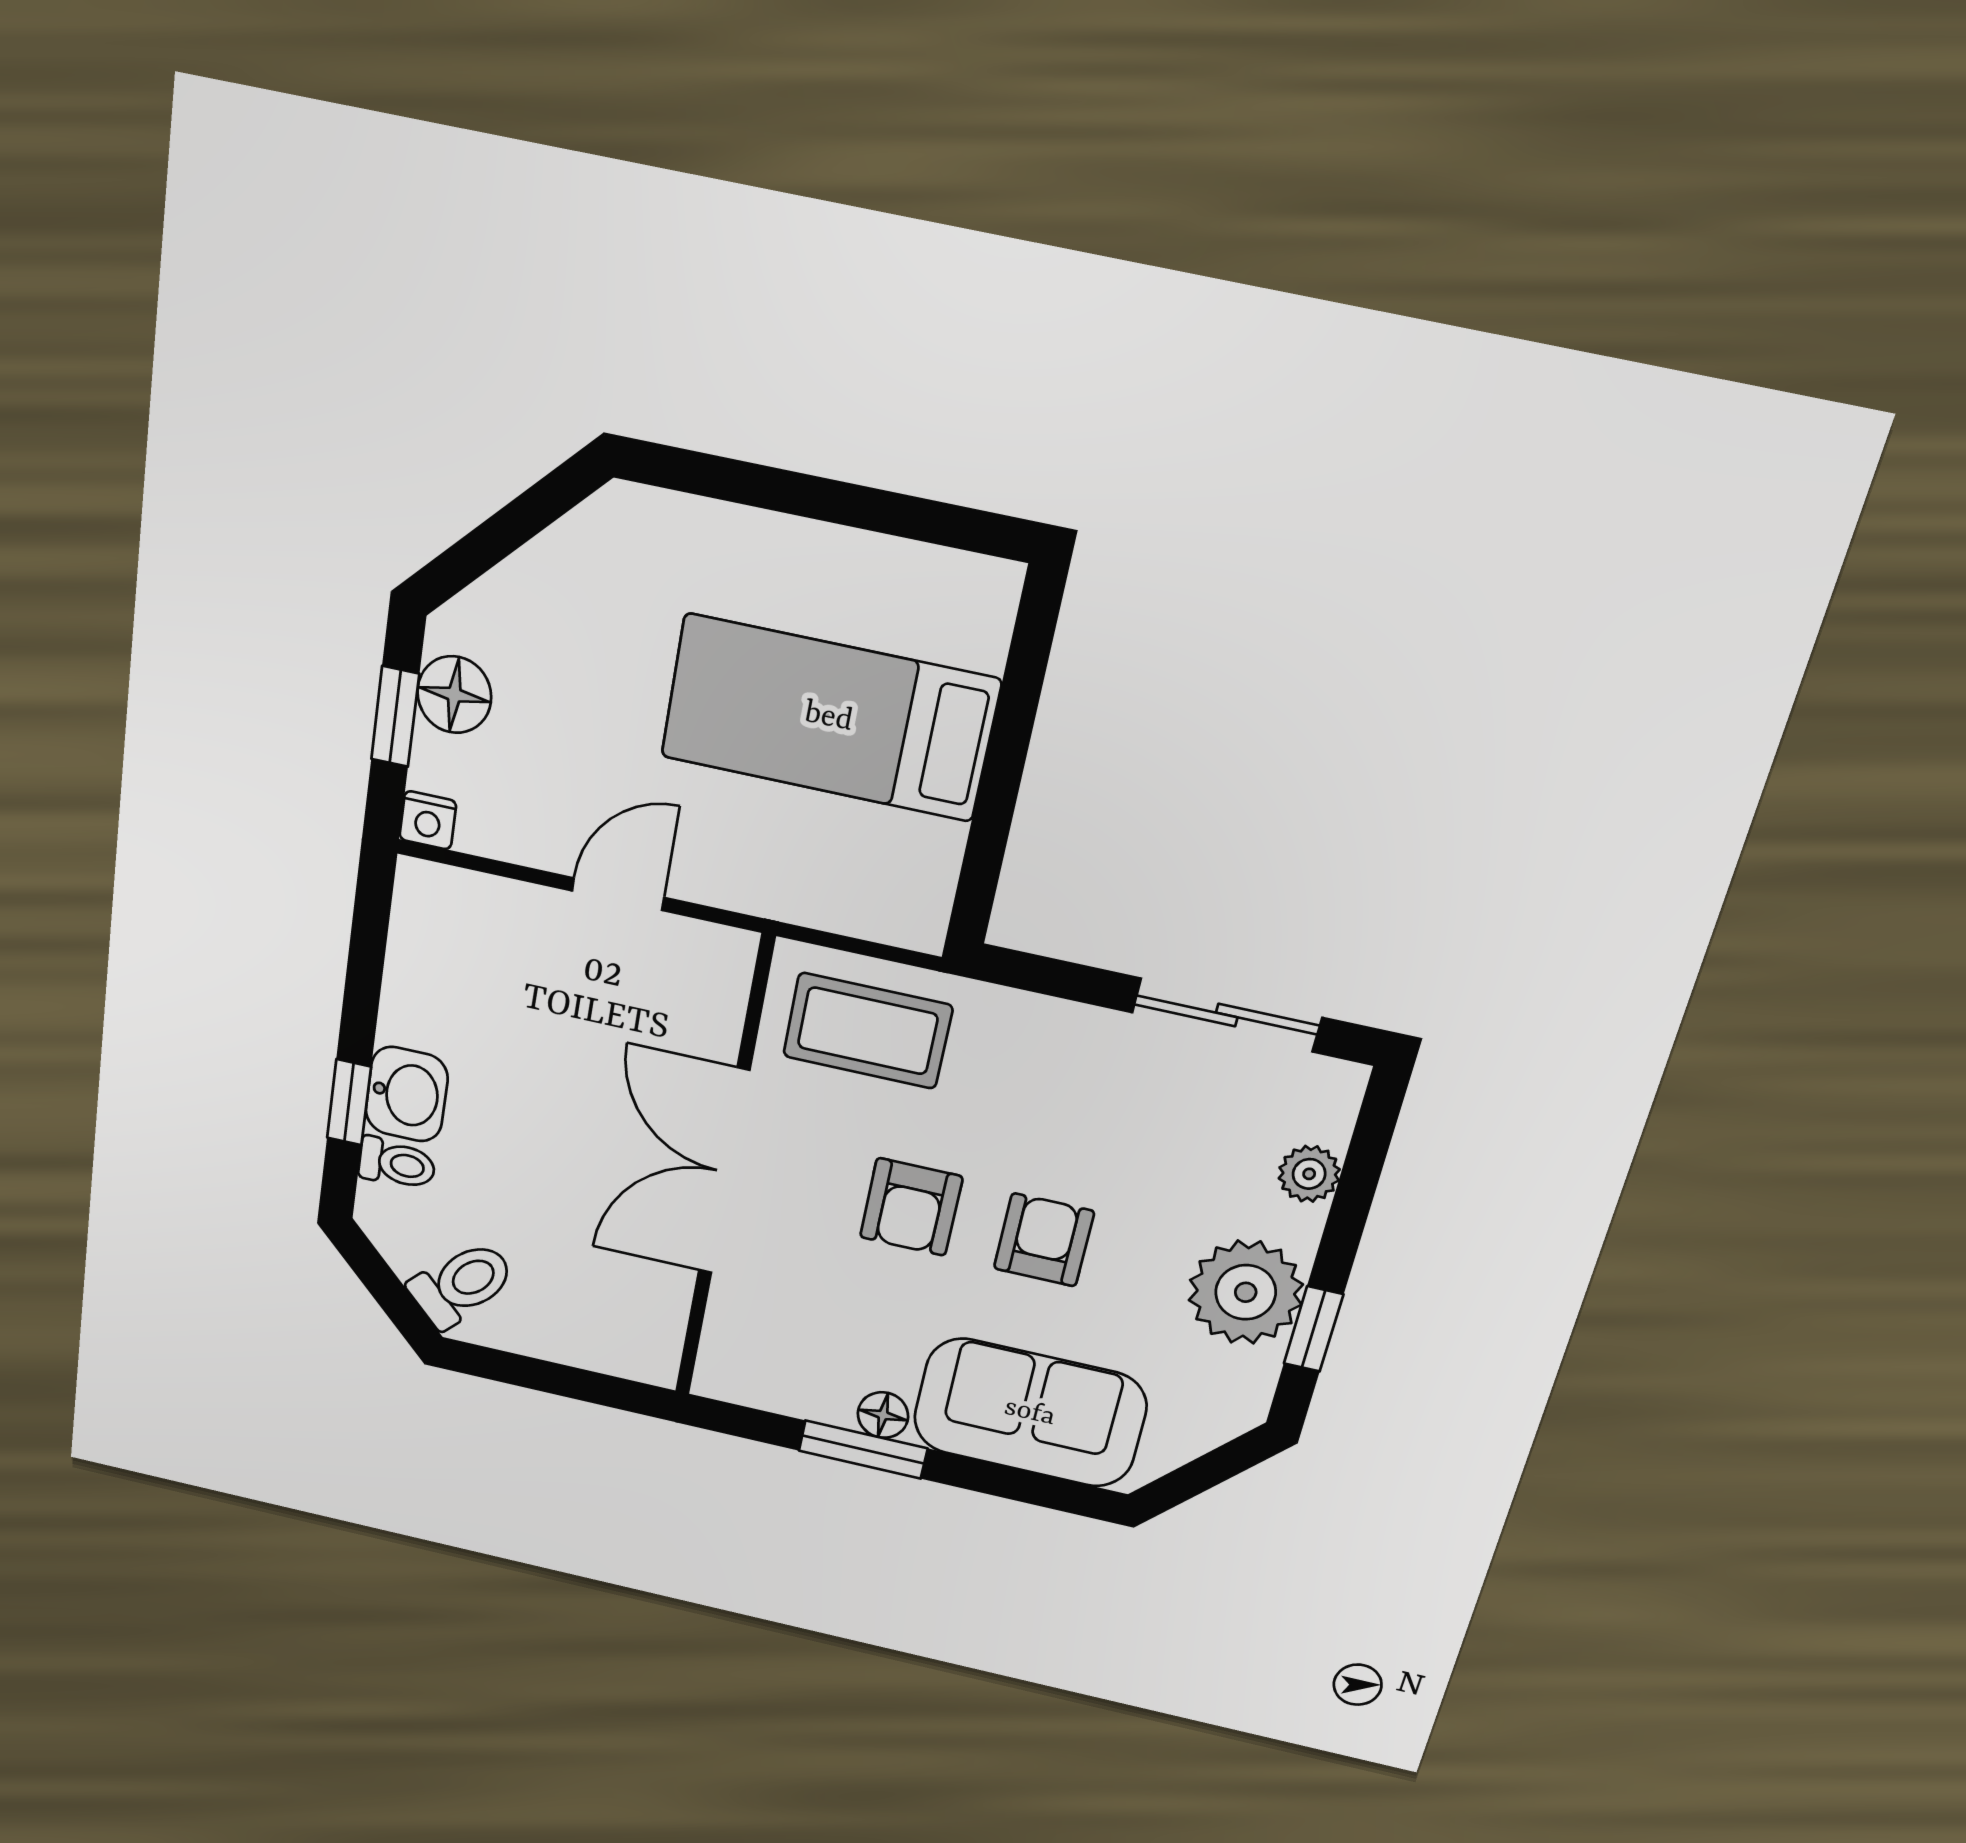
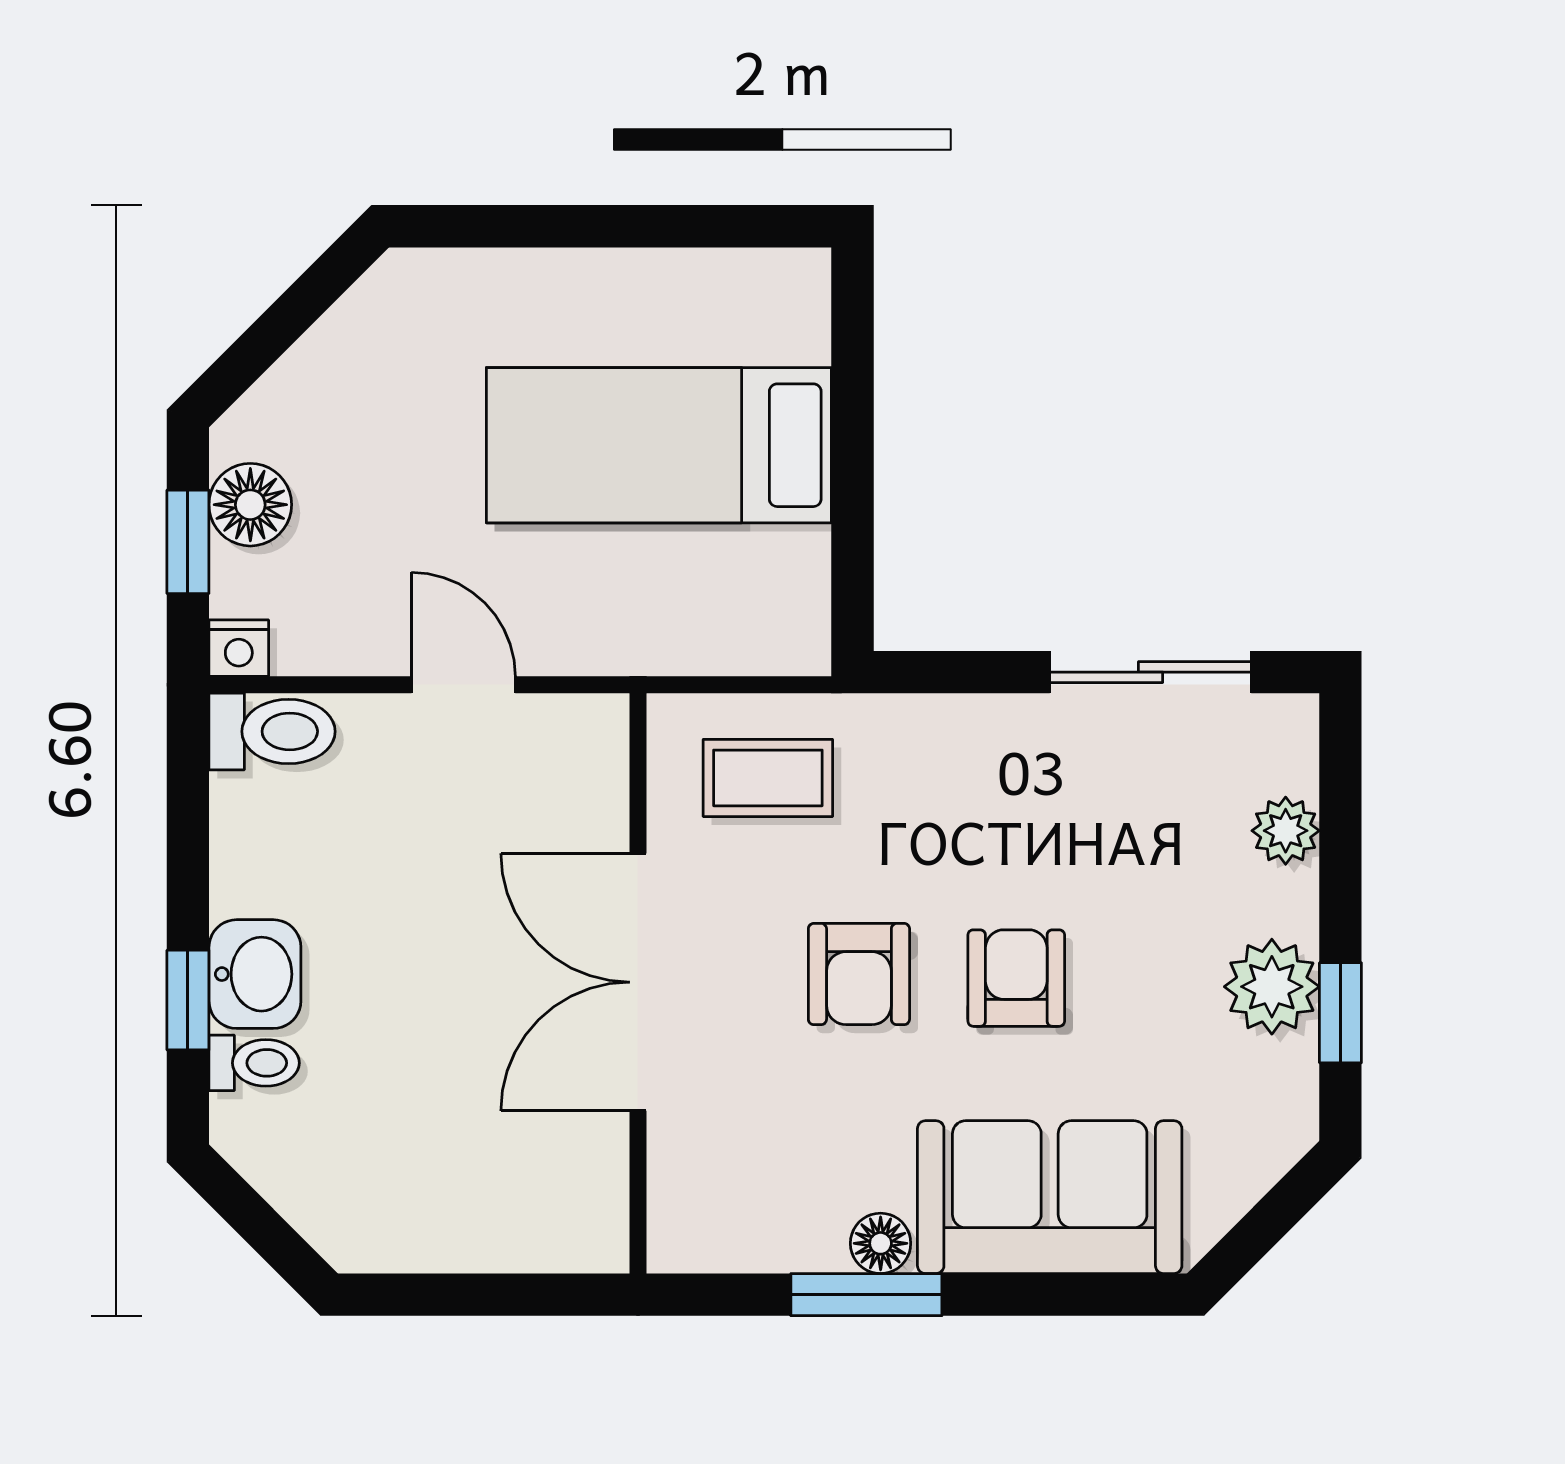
door: (618, 894) -> (463, 685), hinge flipped
coffee table: (868, 1031) -> (768, 778), width x0.73, depth x0.77
toilet: (462, 1284) -> (272, 731), moved, turned 45
plant: (1246, 1292) -> (1272, 987), width x0.73, depth x0.73

